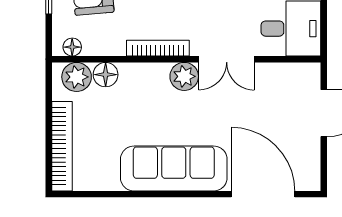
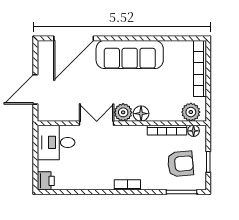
bookcase: (158, 48) -> (167, 130), moved
floor lamp: (106, 75) -> (141, 114), moved
door: (263, 194) -> (74, 38), hinge flipped

